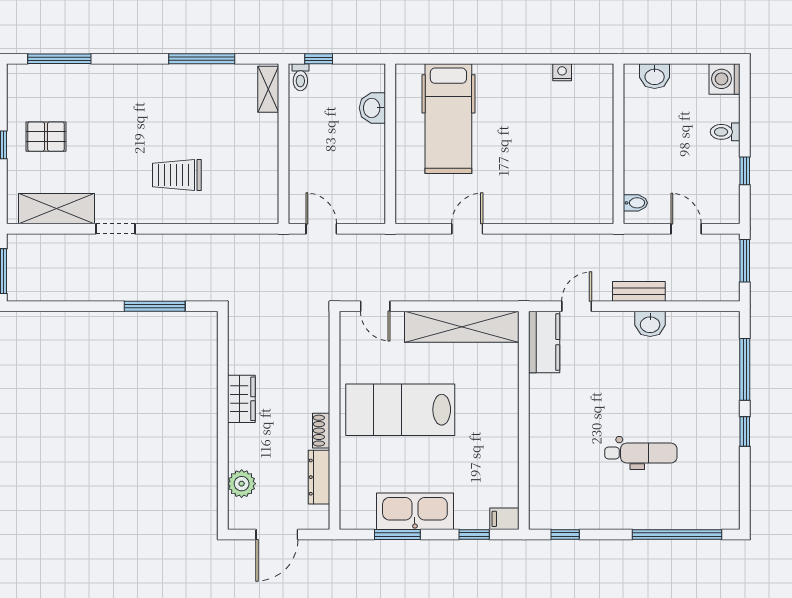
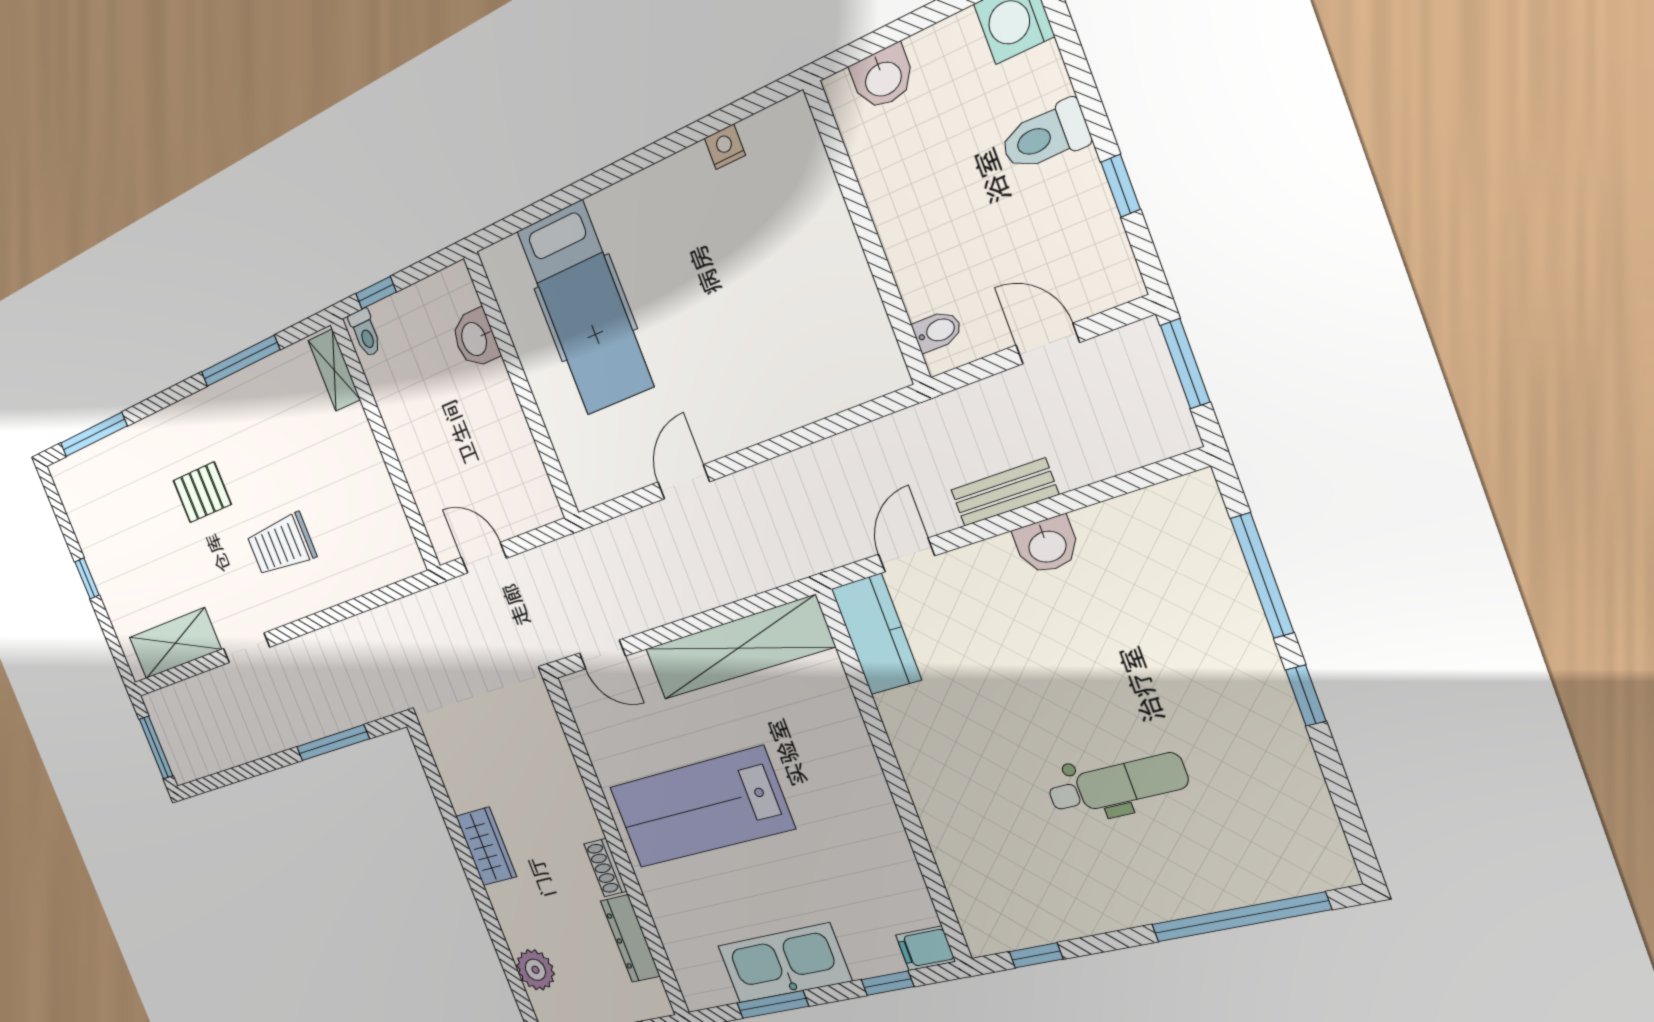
toilet: (725, 132) -> (1045, 136), width x1.37, depth x1.39
pallet: (46, 137) -> (202, 492), moved

